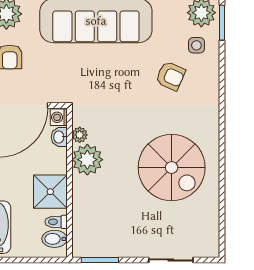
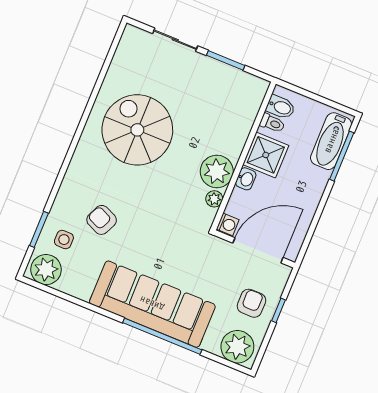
window: (222, 23) -> (39, 229), moved
washbasin: (59, 137) -> (246, 179), moved
window: (100, 260) -> (226, 60), moved

